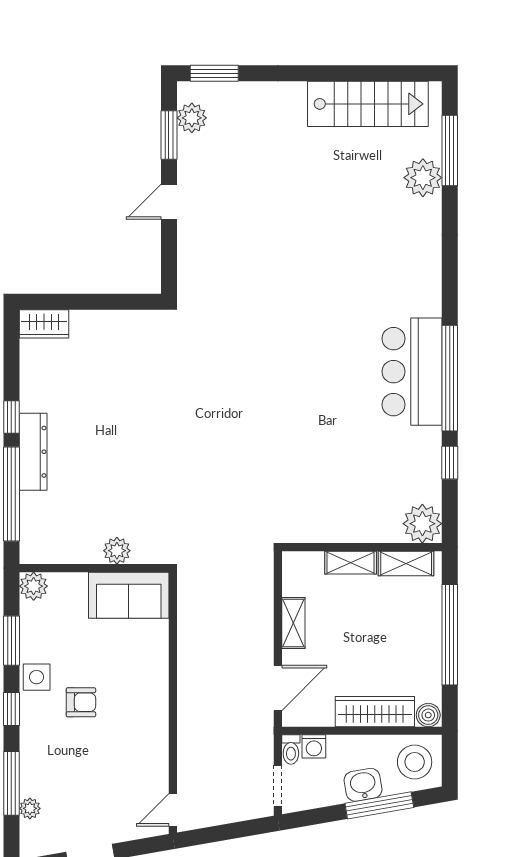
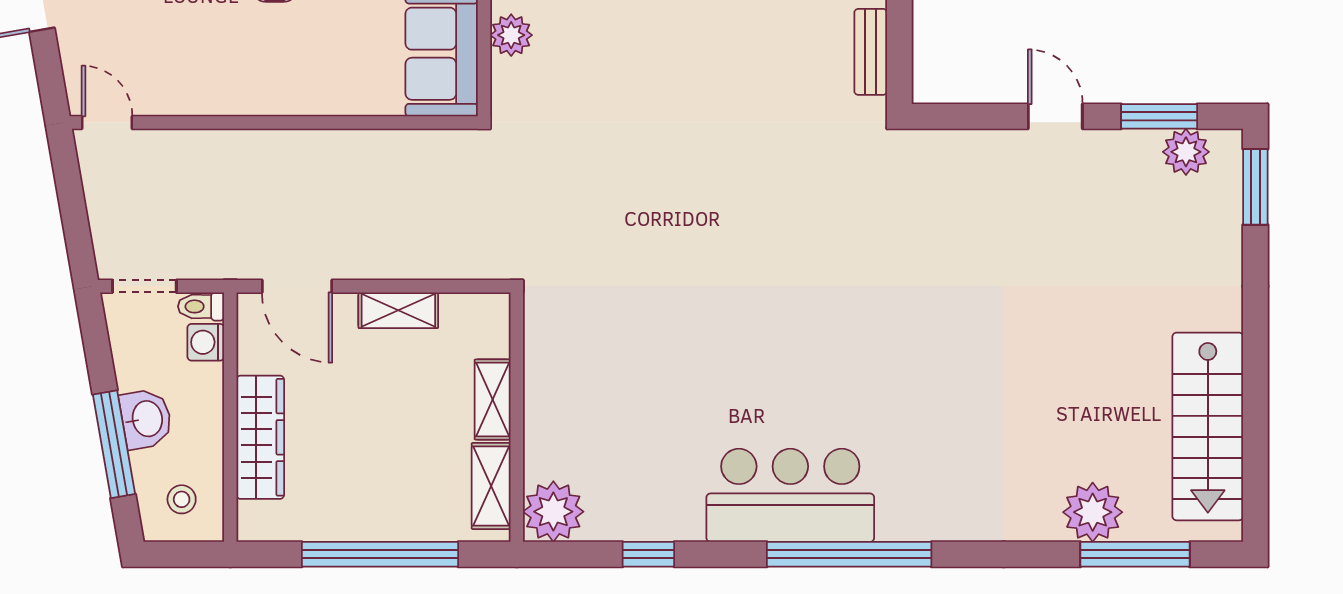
bench: (128, 320) -> (871, 52), added
window: (450, 378) -> (849, 554), moved
boiler: (428, 715) -> (255, 521), removed
stool: (415, 762) -> (182, 499), width x0.53, depth x0.53

